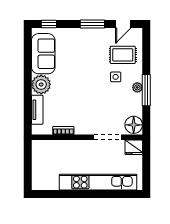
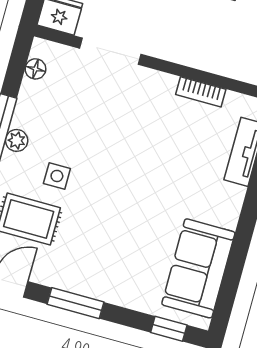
plant: (41, 84) -> (221, 204), removed
floor lamp: (134, 125) -> (35, 69), width x0.53, depth x0.53

